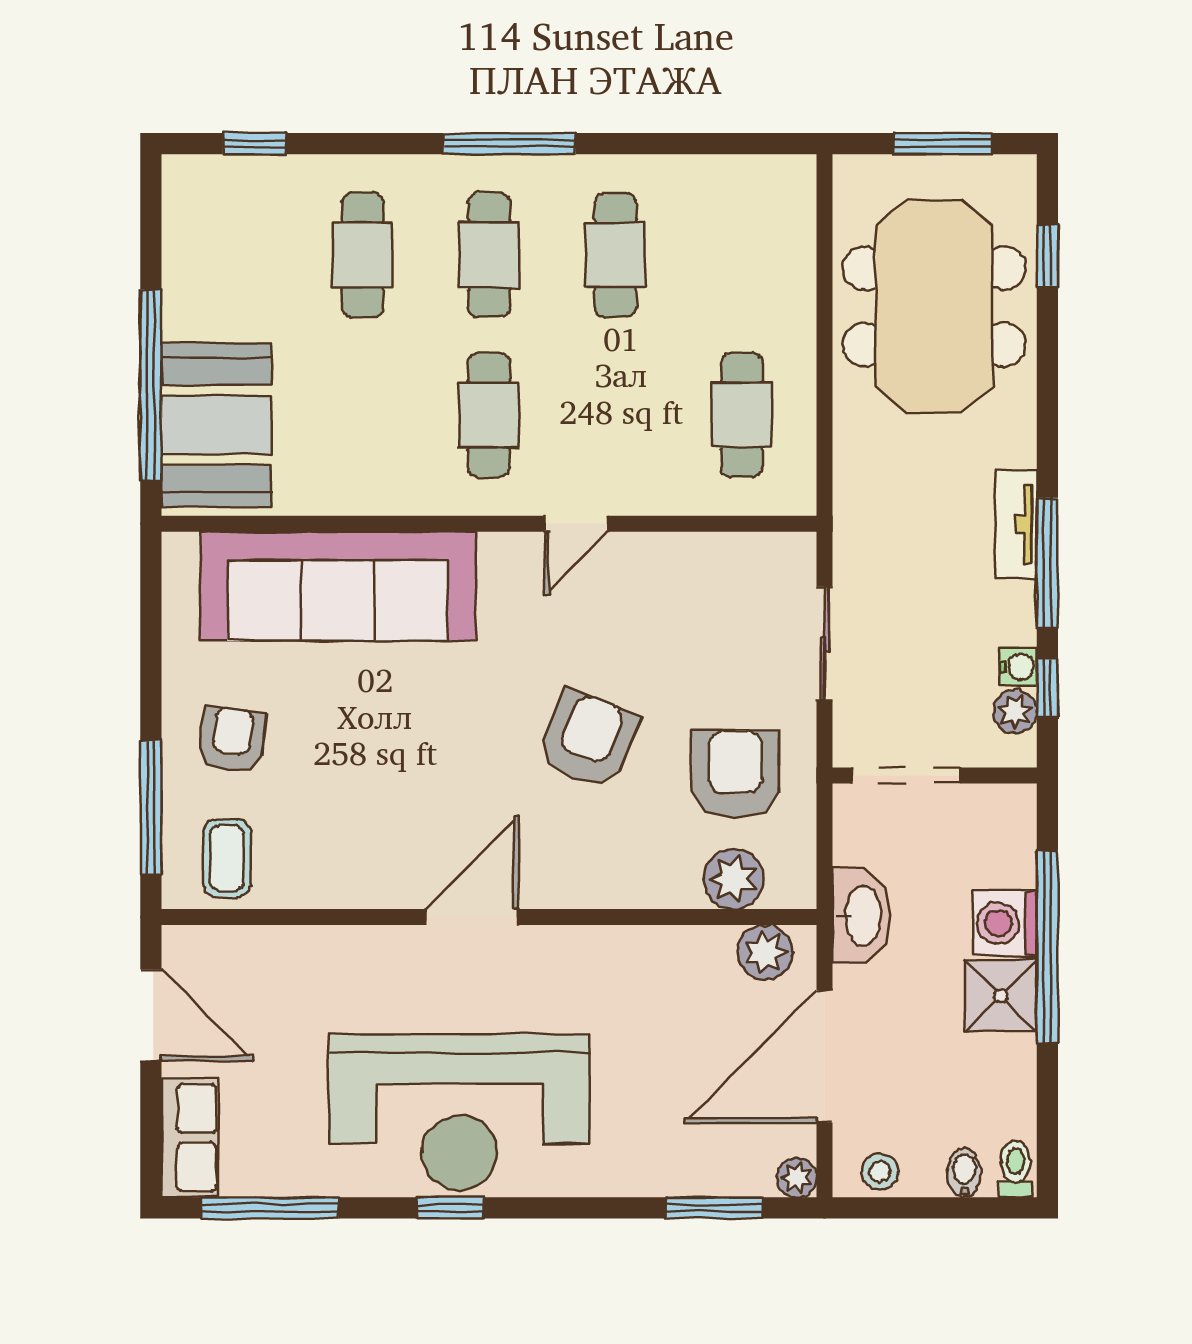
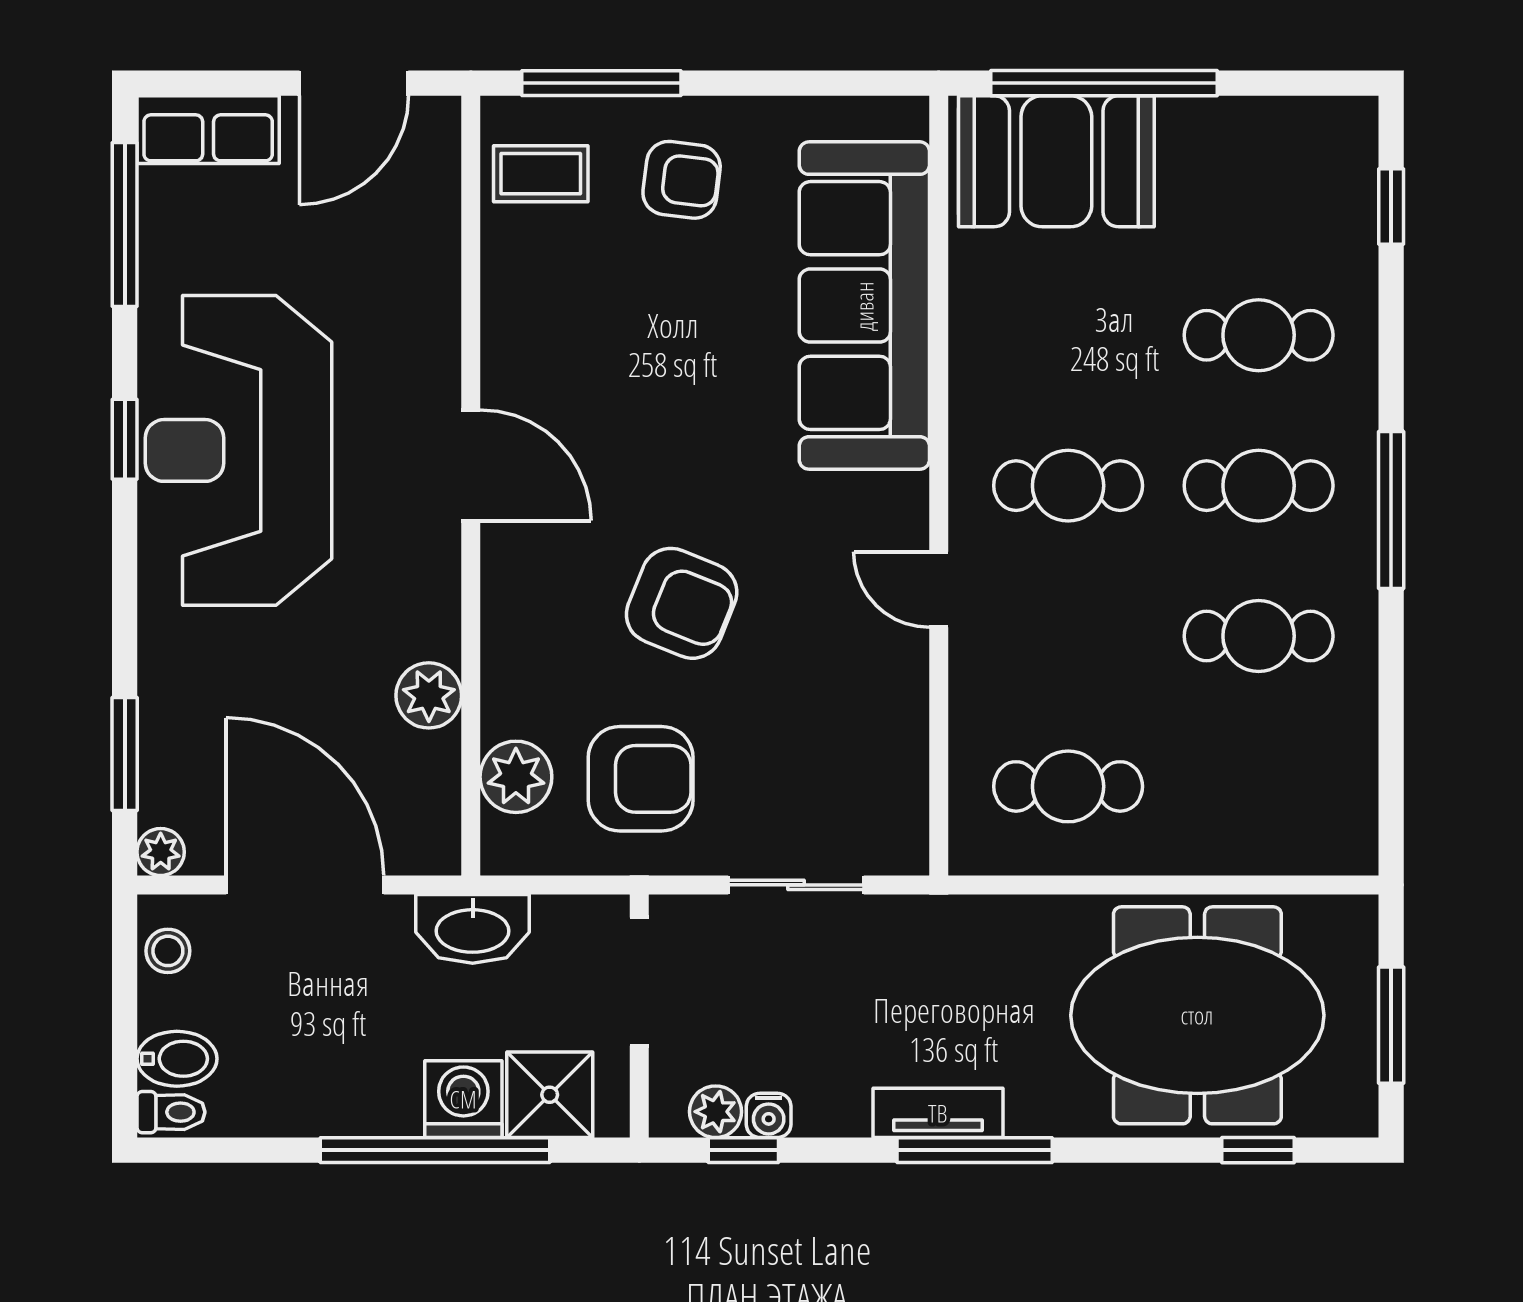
window: (1047, 563) -> (975, 1150), moved
plant: (765, 952) -> (429, 695), moved
shower: (1001, 996) -> (550, 1095), moved
bidet: (964, 1173) -> (177, 1059), width x1.38, depth x1.36

